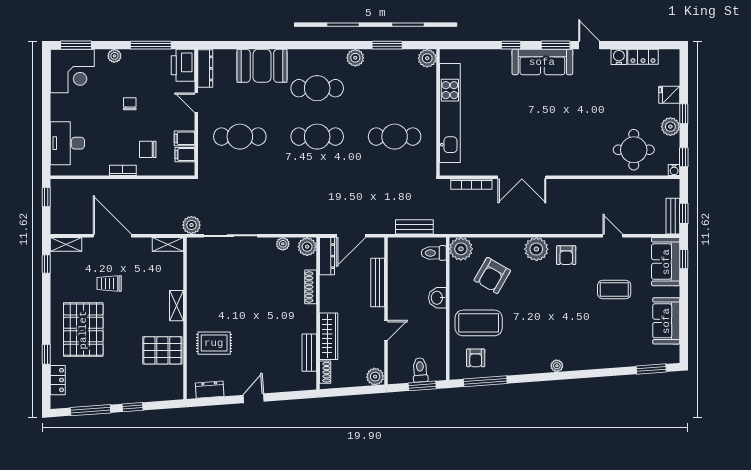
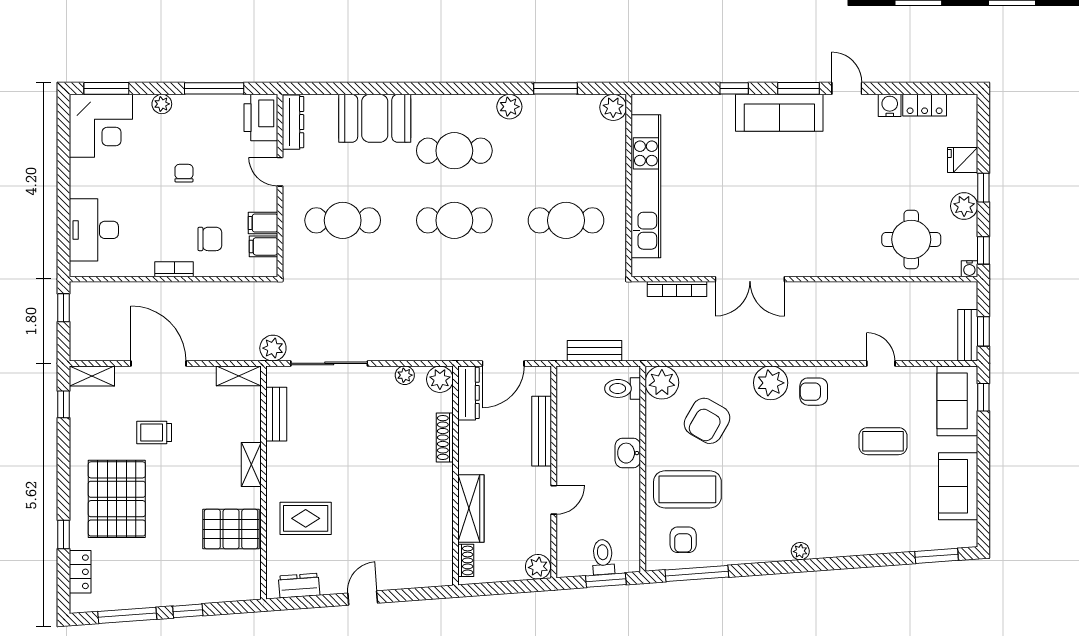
chair: (148, 149) -> (210, 239), turned 180
armchair: (566, 255) -> (814, 392), turned 90
bench: (309, 353) -> (276, 414), moved

